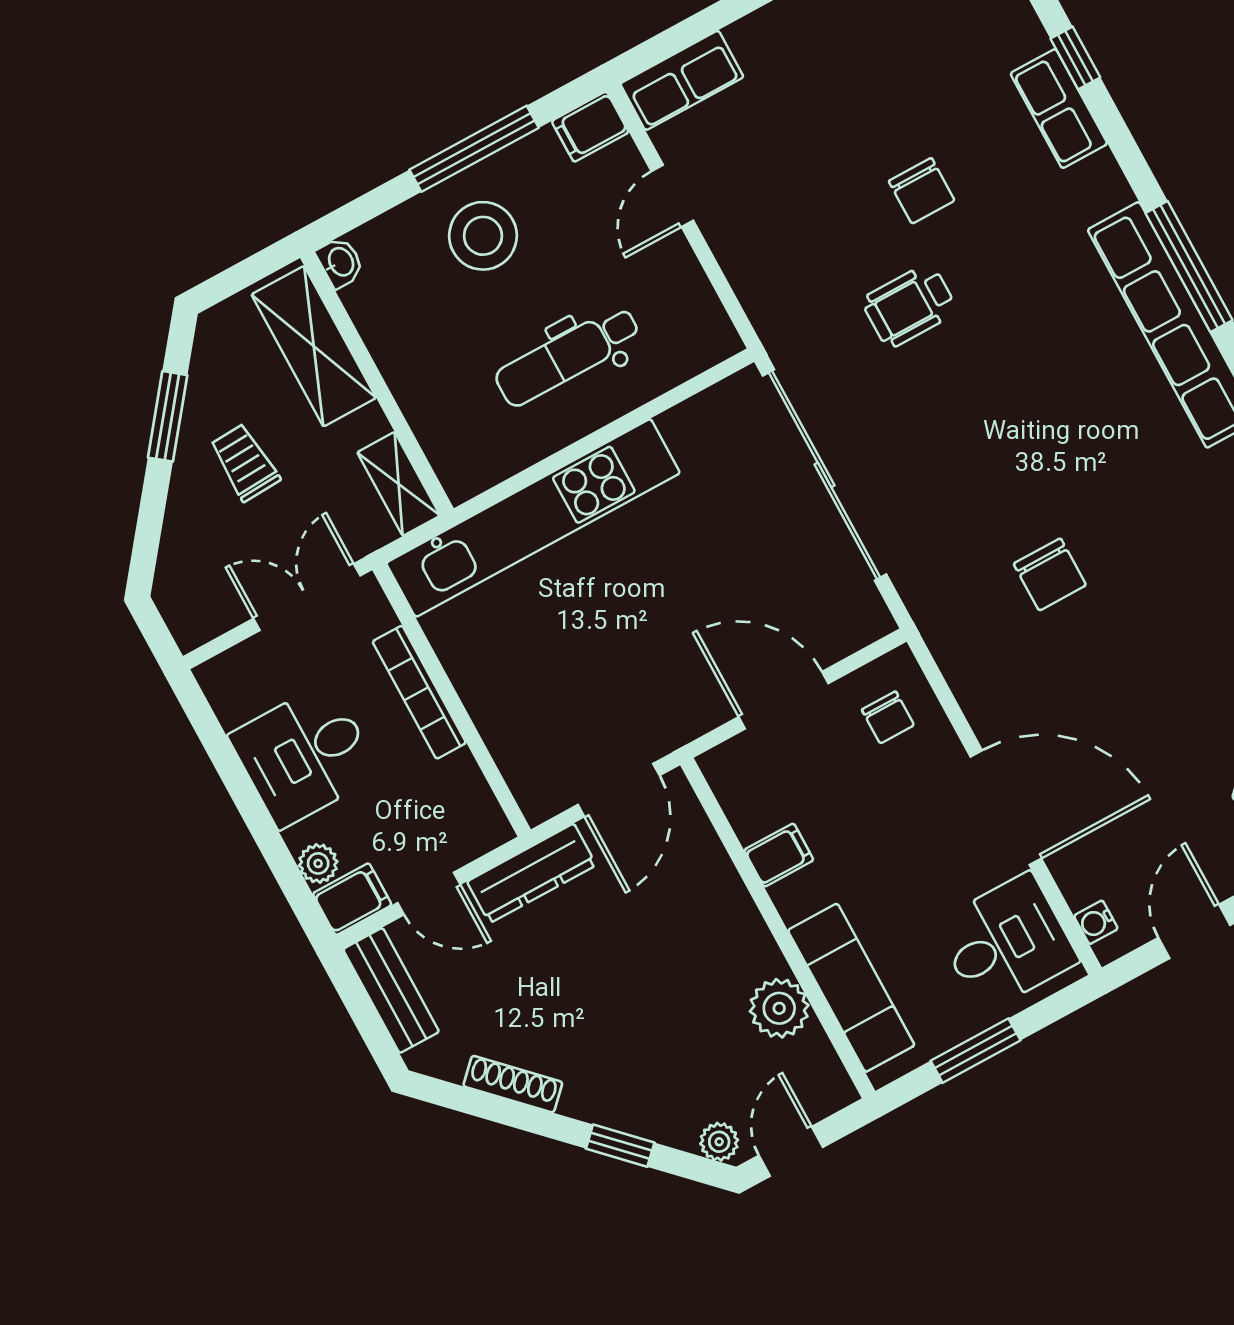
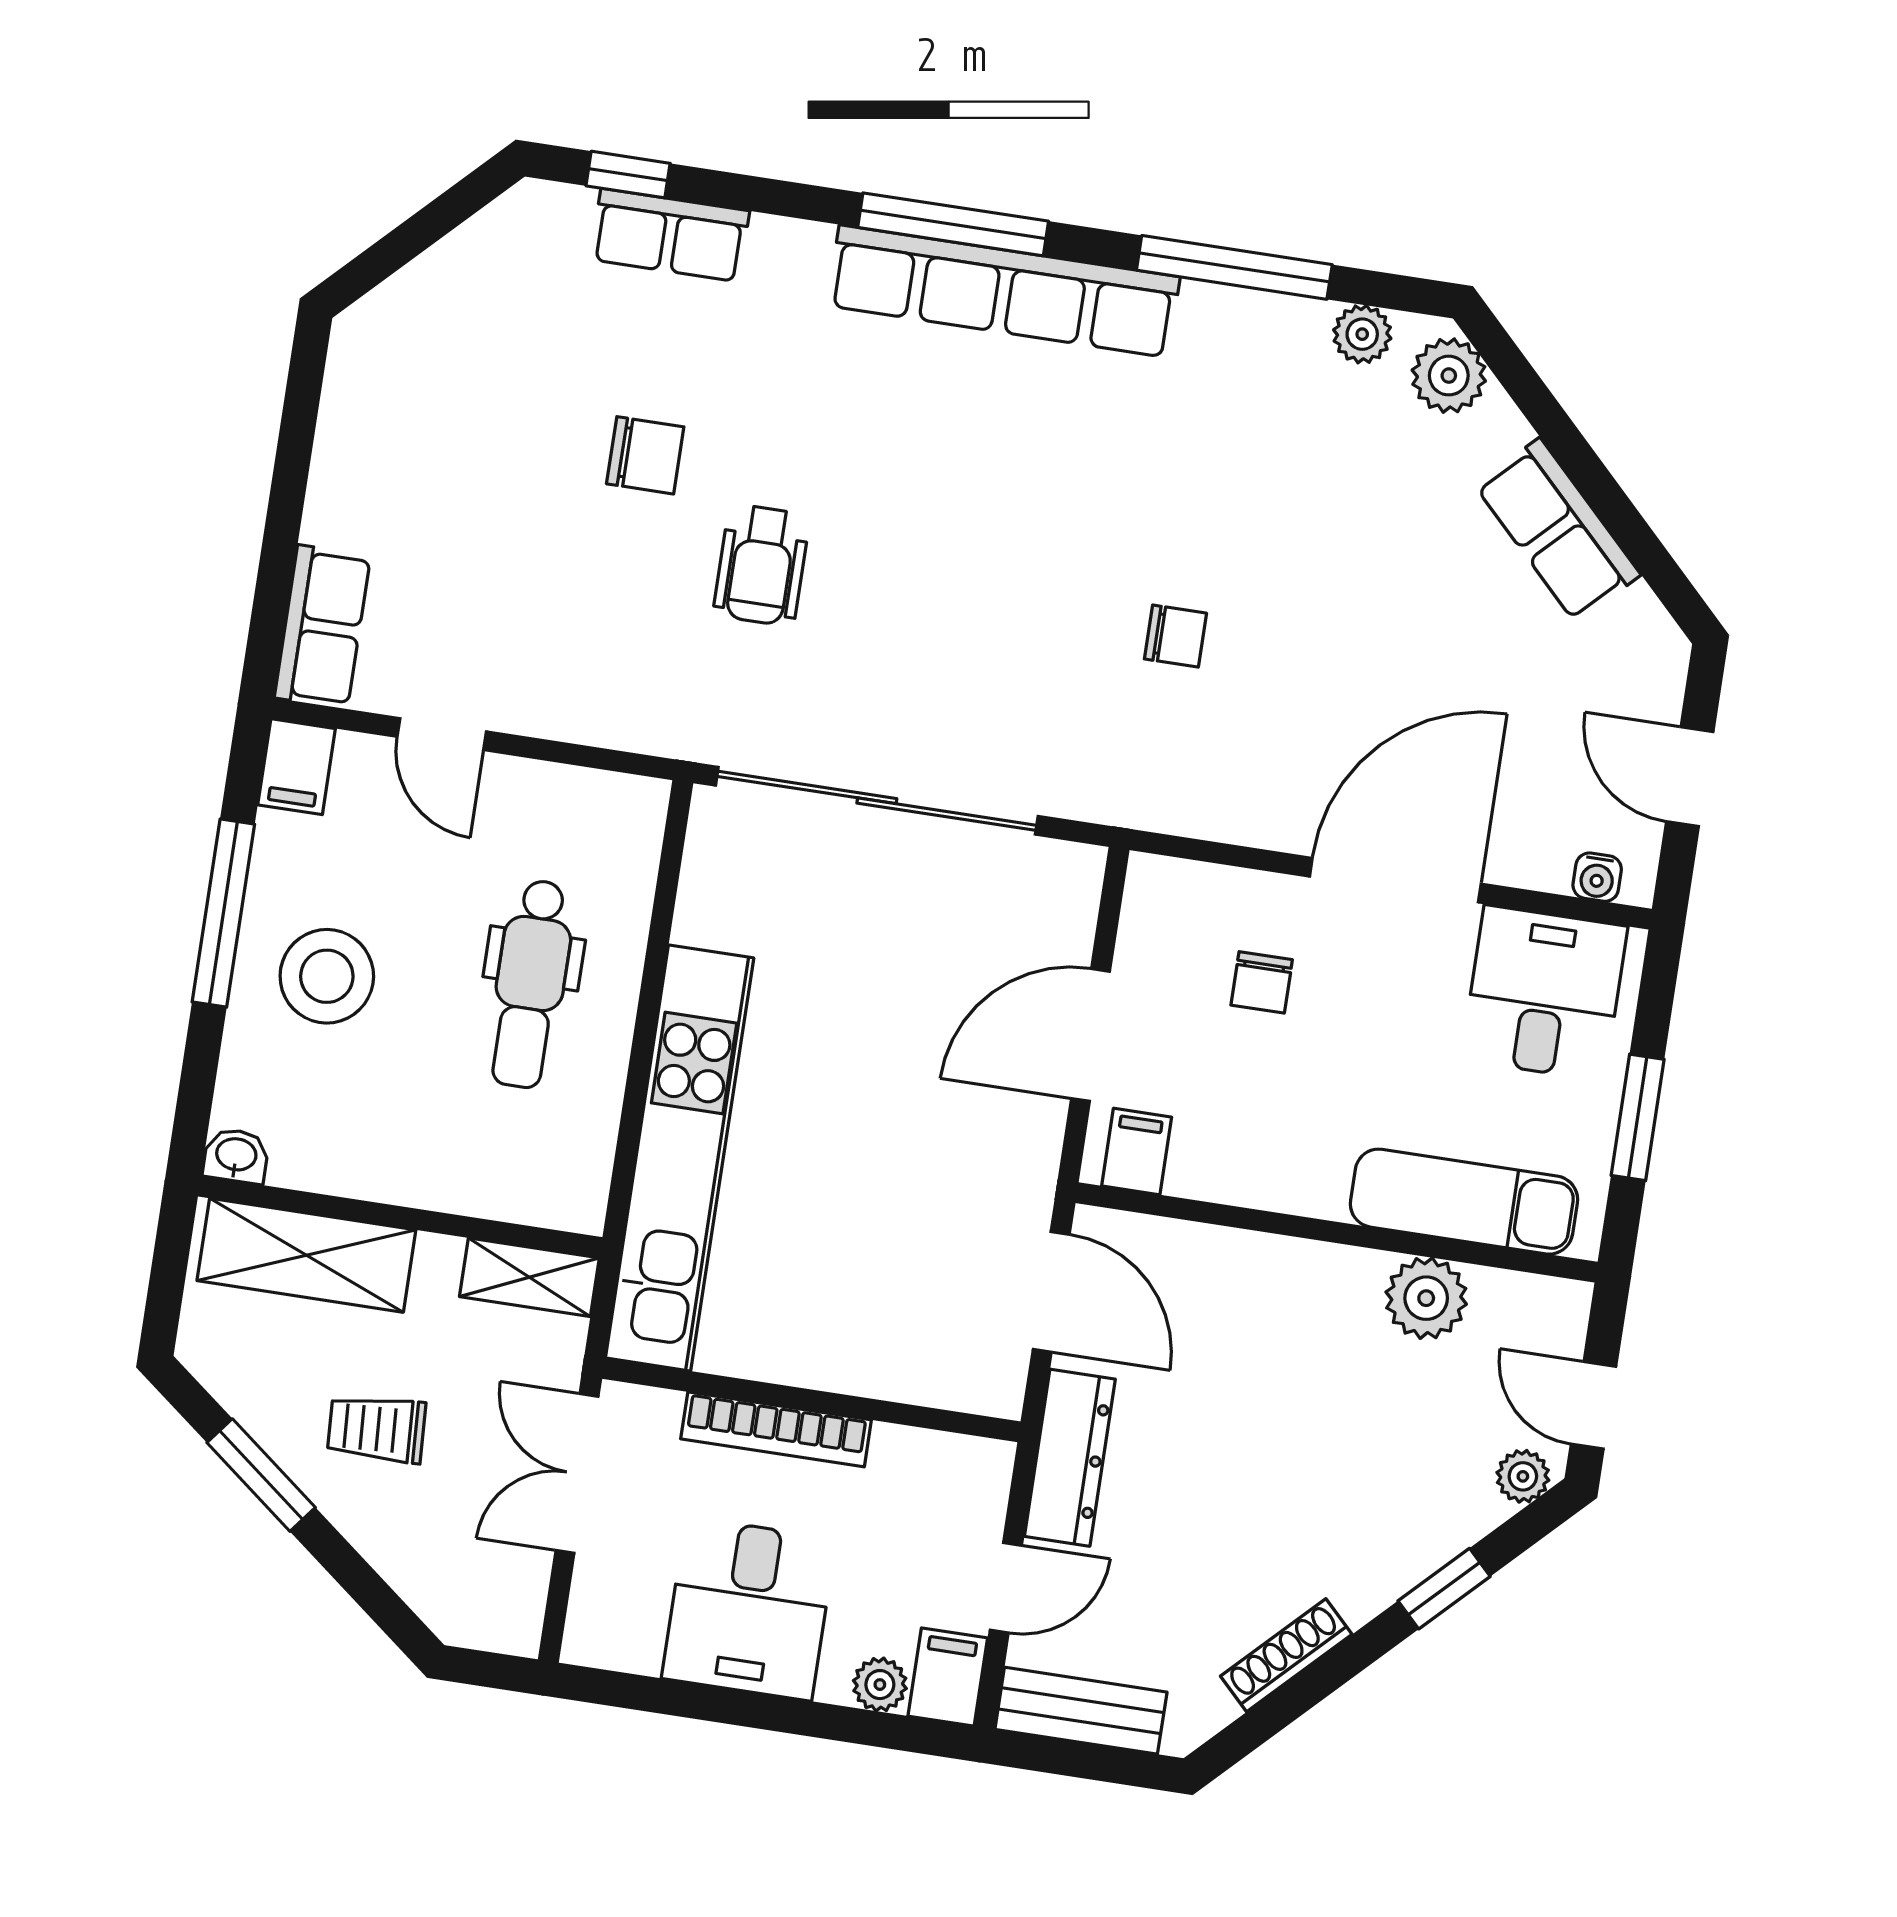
chair: (1050, 574) -> (1175, 636), width x0.73, depth x0.73
chair: (888, 717) -> (1262, 982), moved, turned 90
filing cabinet: (779, 855) -> (1137, 1152), moved

